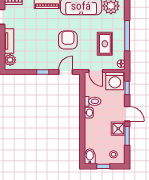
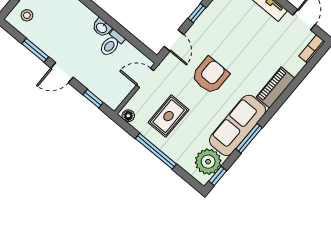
armchair: (68, 40) -> (210, 75), turned -90
rug: (105, 44) -> (169, 116), turned 90
washing machine: (115, 81) -> (114, 91), removed
shower: (118, 129) -> (53, 47), removed

